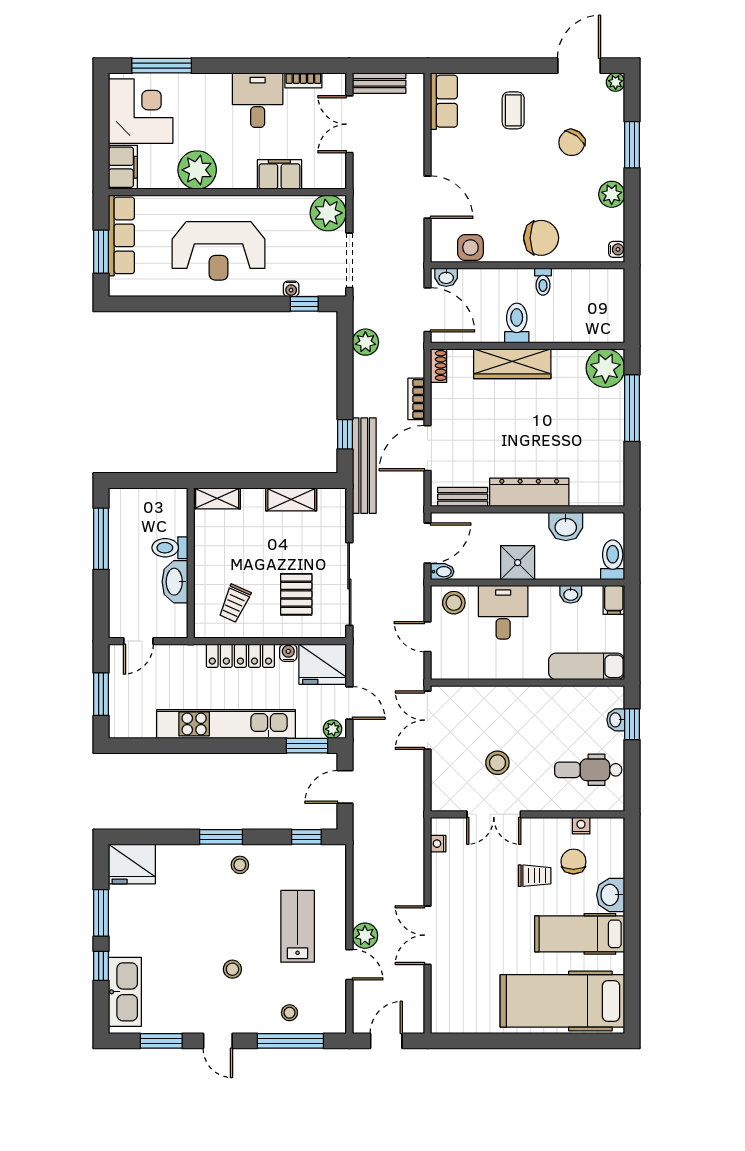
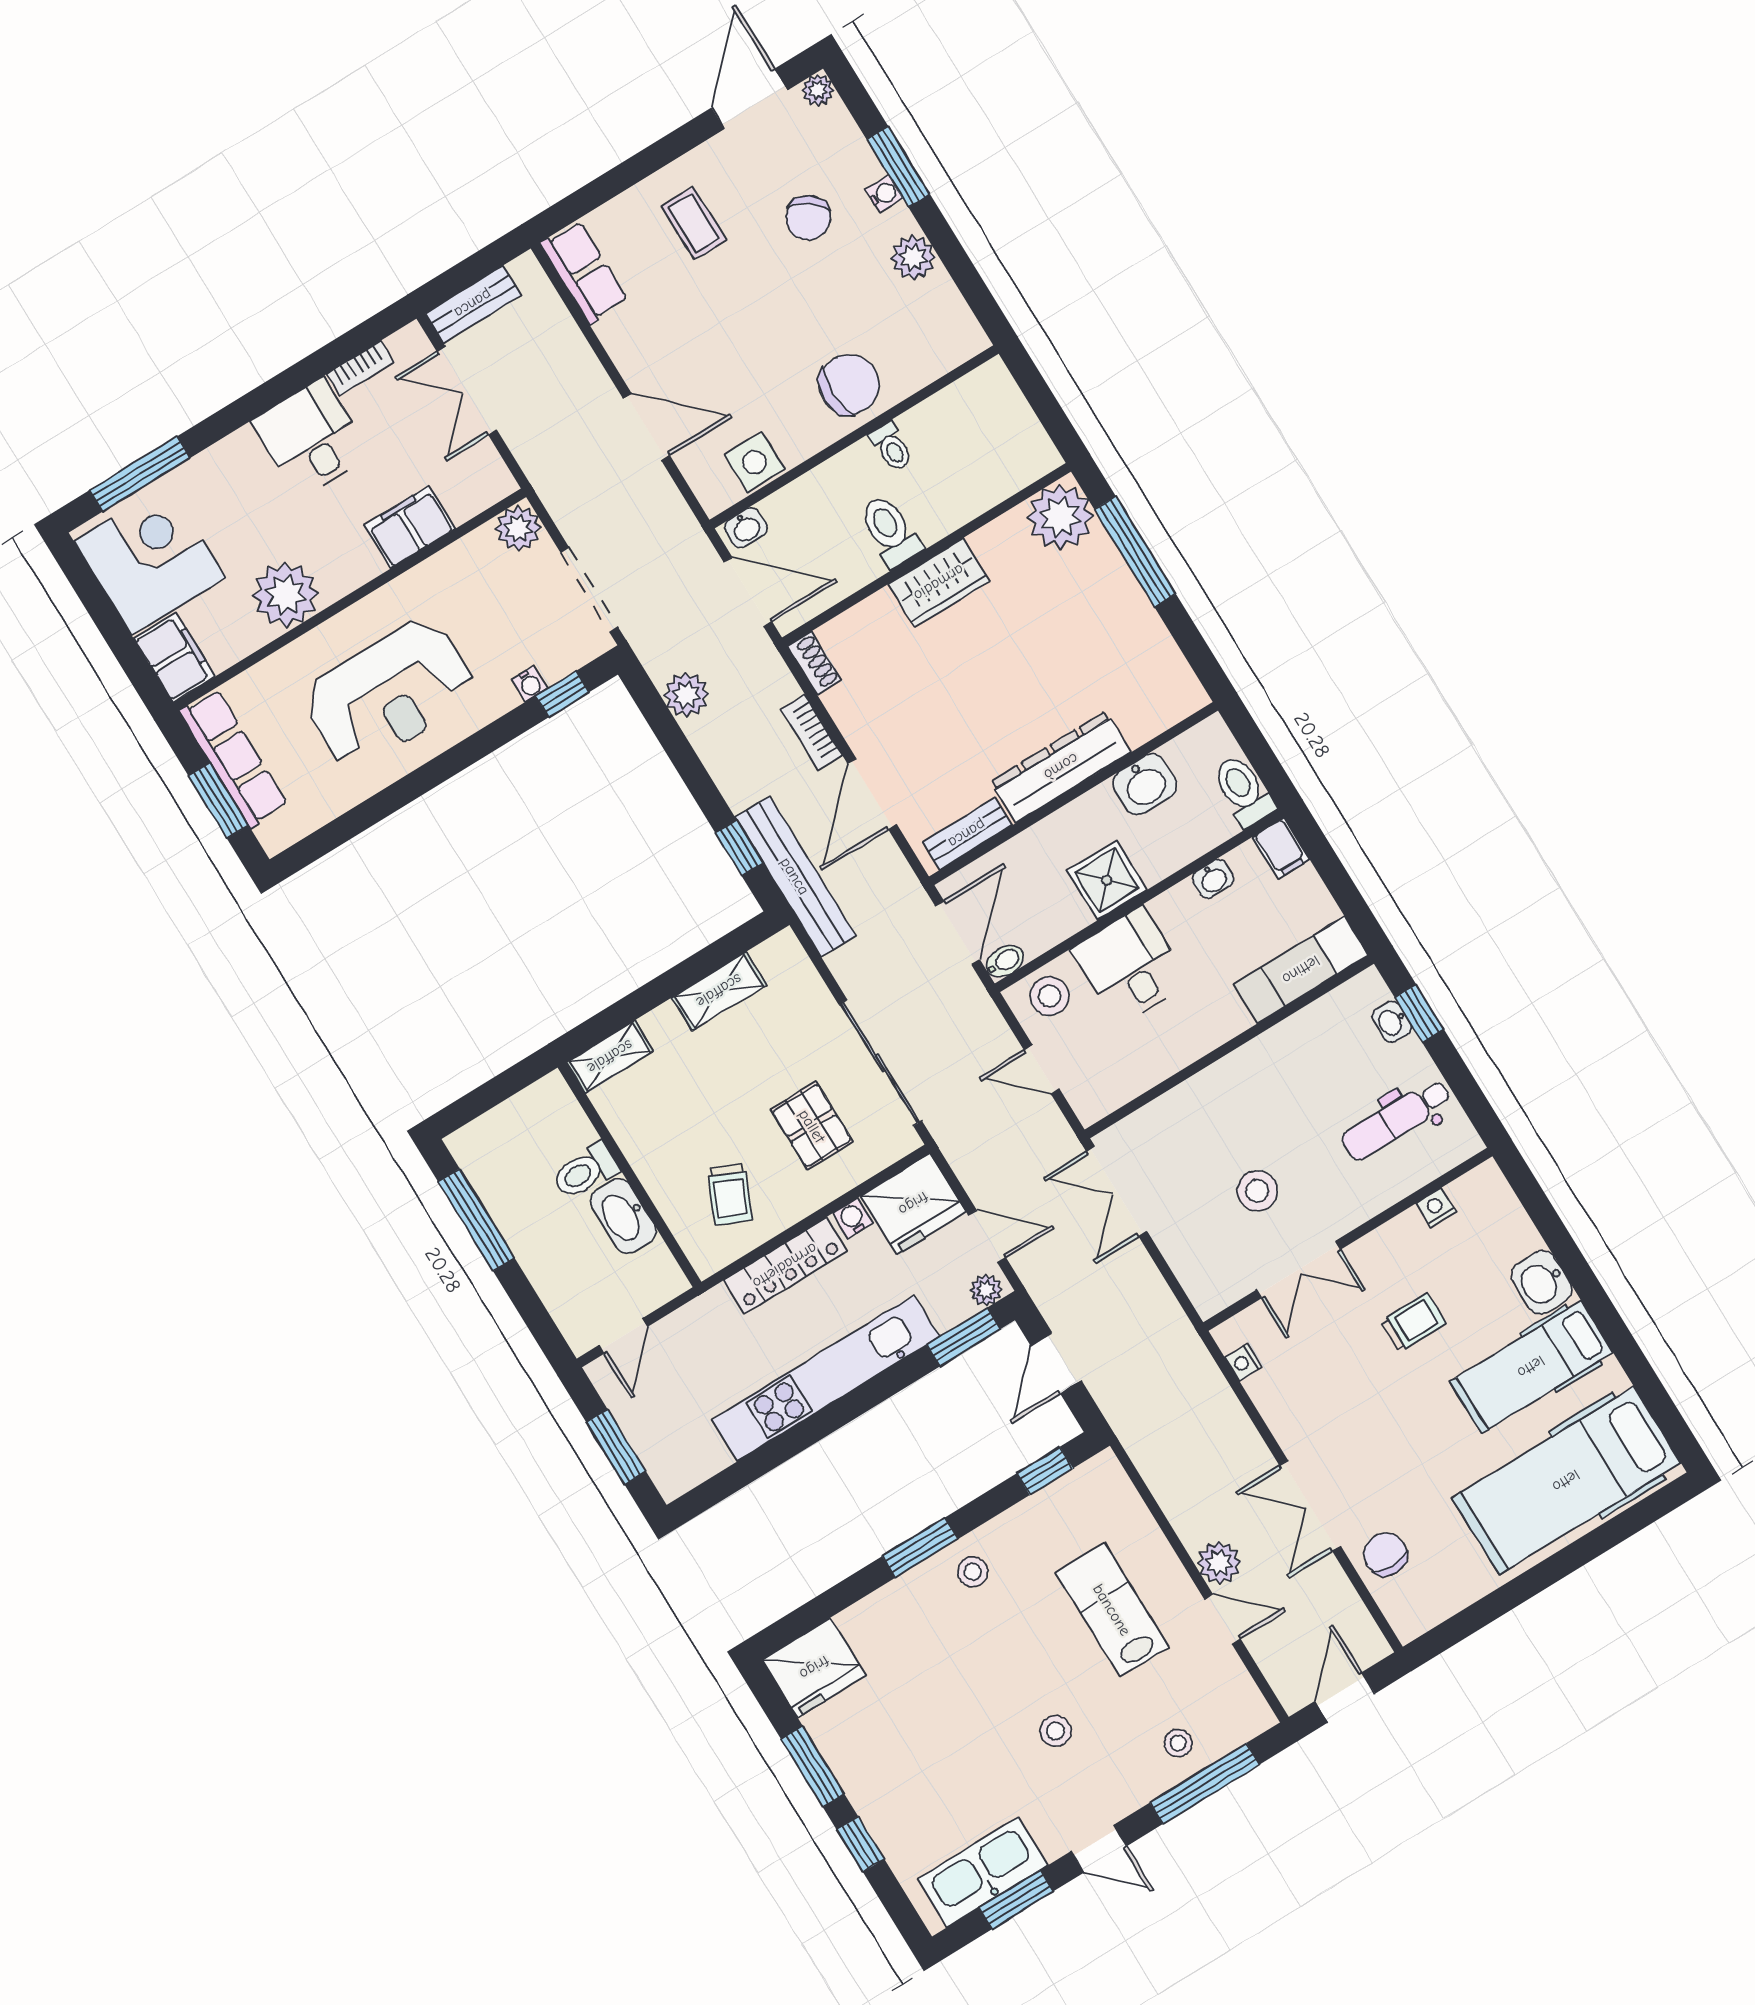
plant: (328, 213) -> (518, 528), width x0.73, depth x0.73
water cooler: (617, 249) -> (884, 194), moved
wardrobe: (512, 364) -> (939, 583), width x0.67
chair: (573, 862) -> (1385, 1554), moved
kitchen sink: (125, 992) -> (983, 1872), moved, turned -90

